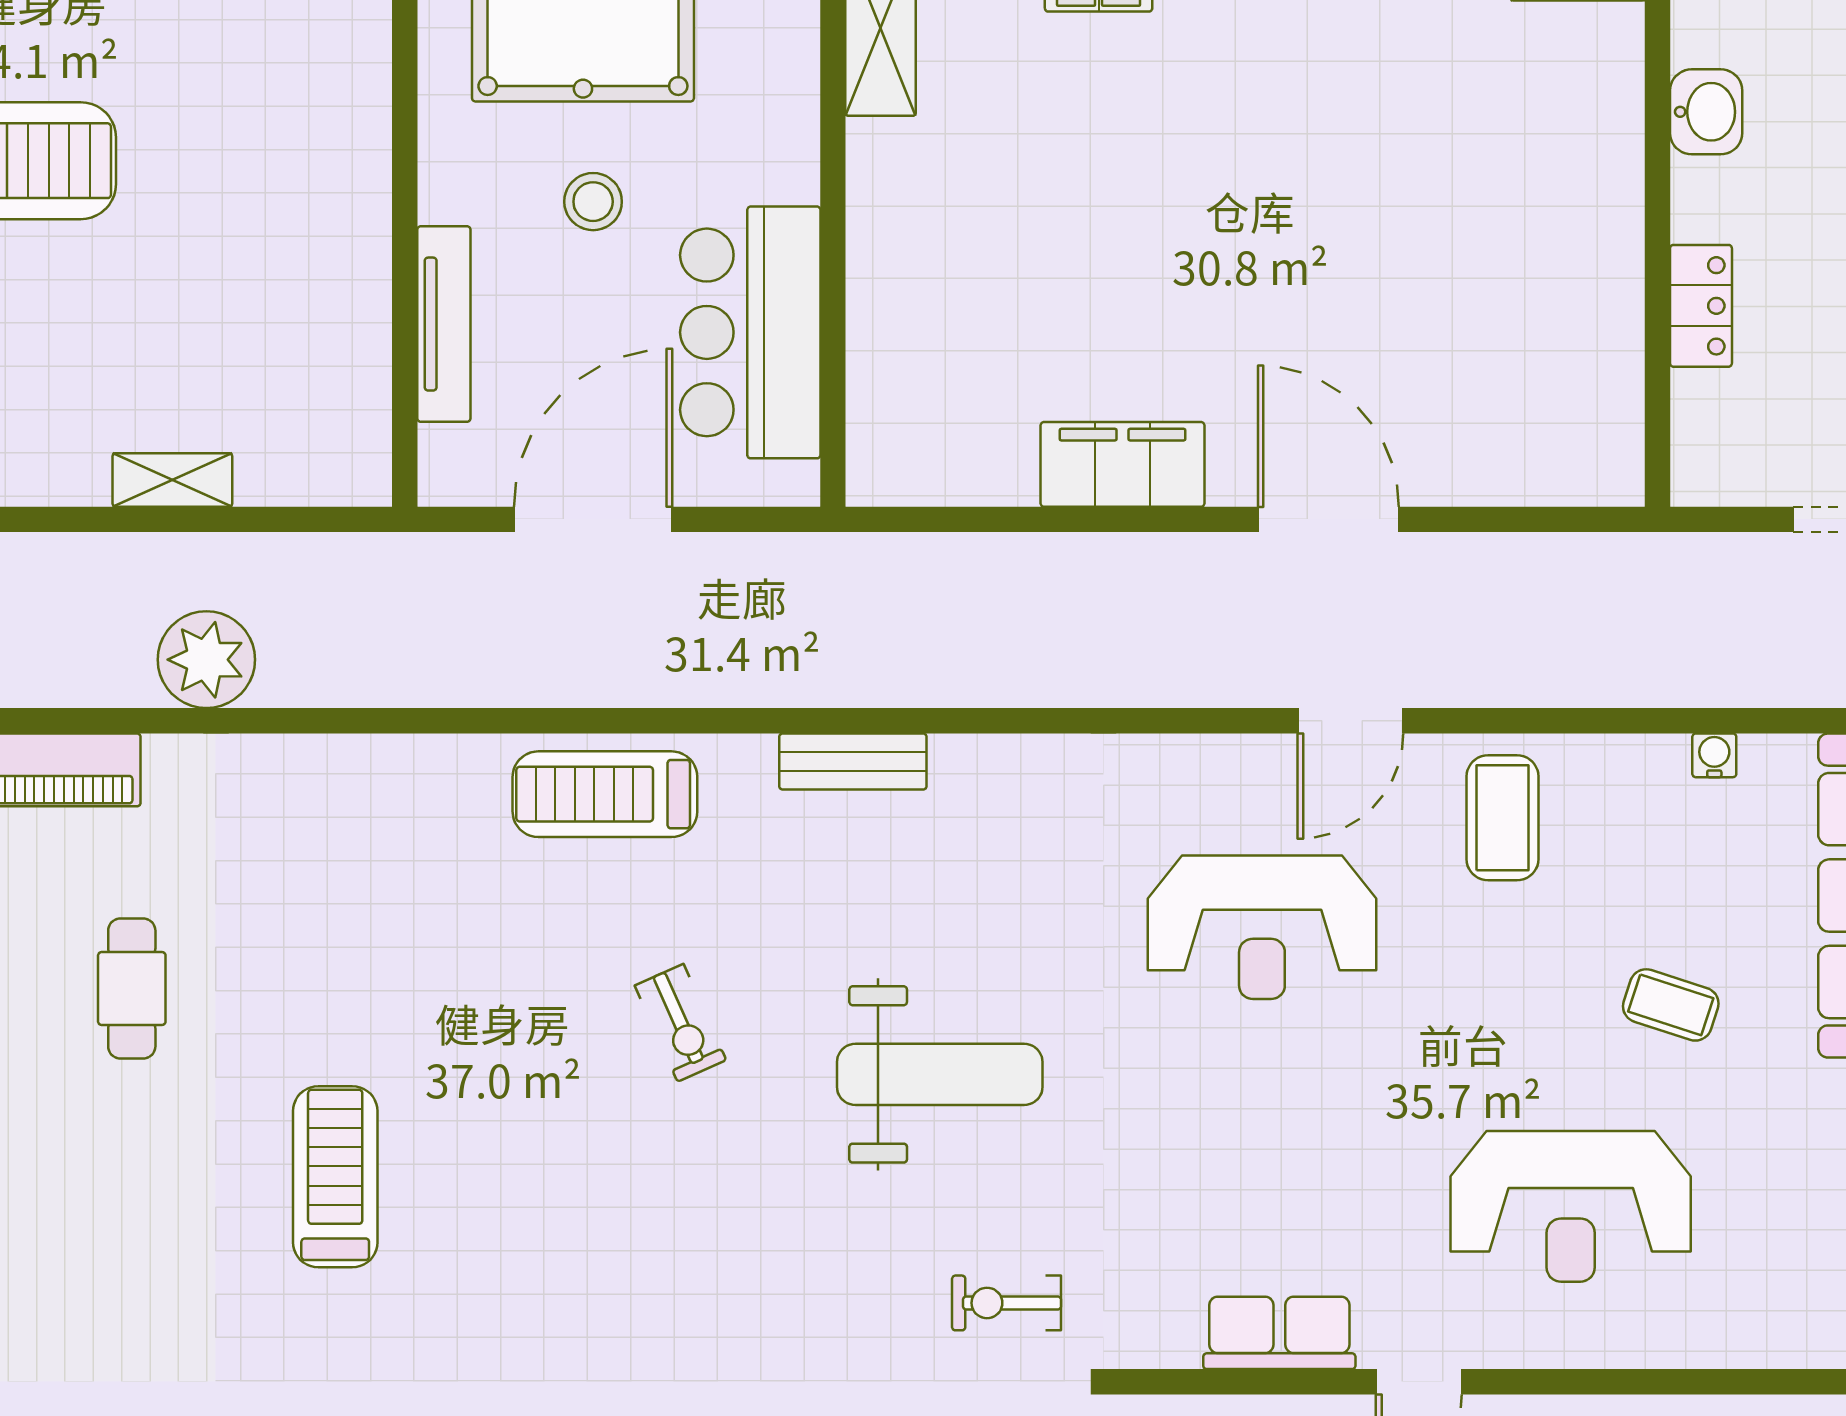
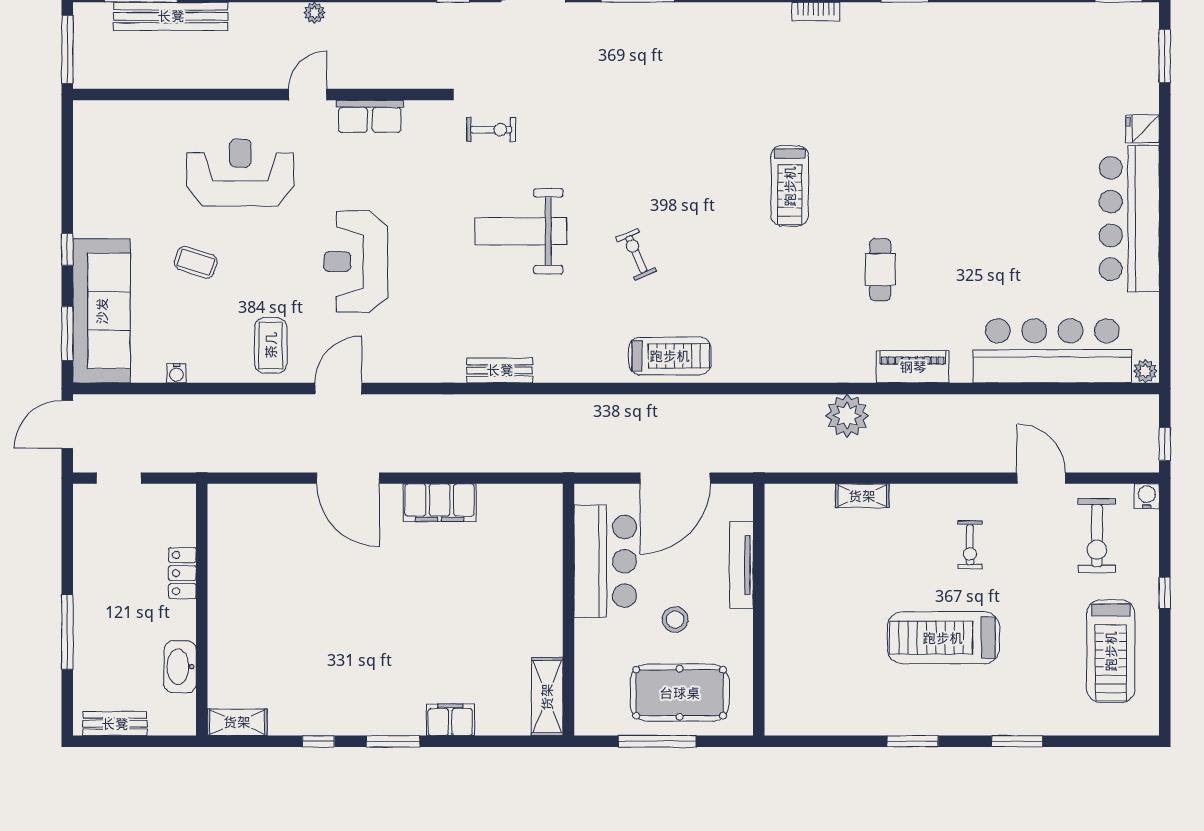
washbasin: (1706, 112) -> (180, 667), width x1.38
bench: (853, 762) -> (500, 370), moved
reception desk: (1262, 927) -> (356, 262), moved, turned -90

